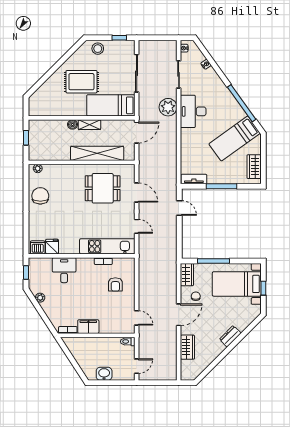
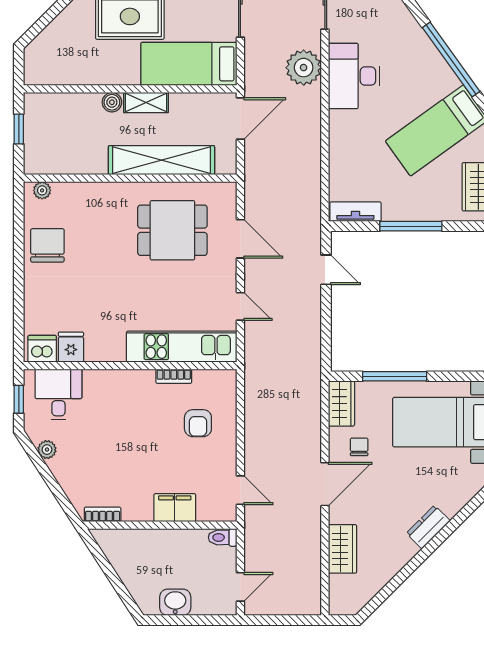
desk: (64, 270) -> (58, 395), moved
filing cabinet: (88, 327) -> (175, 508), moved

